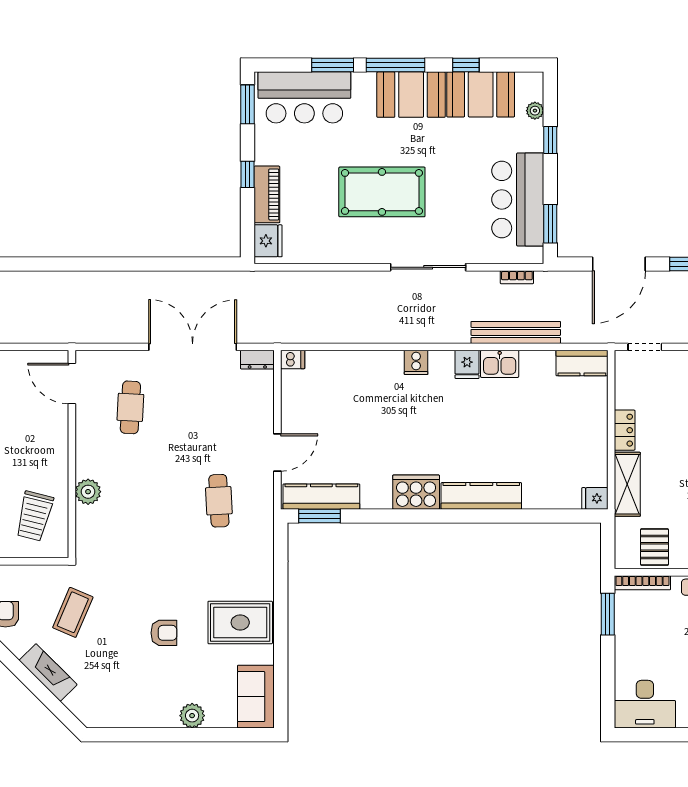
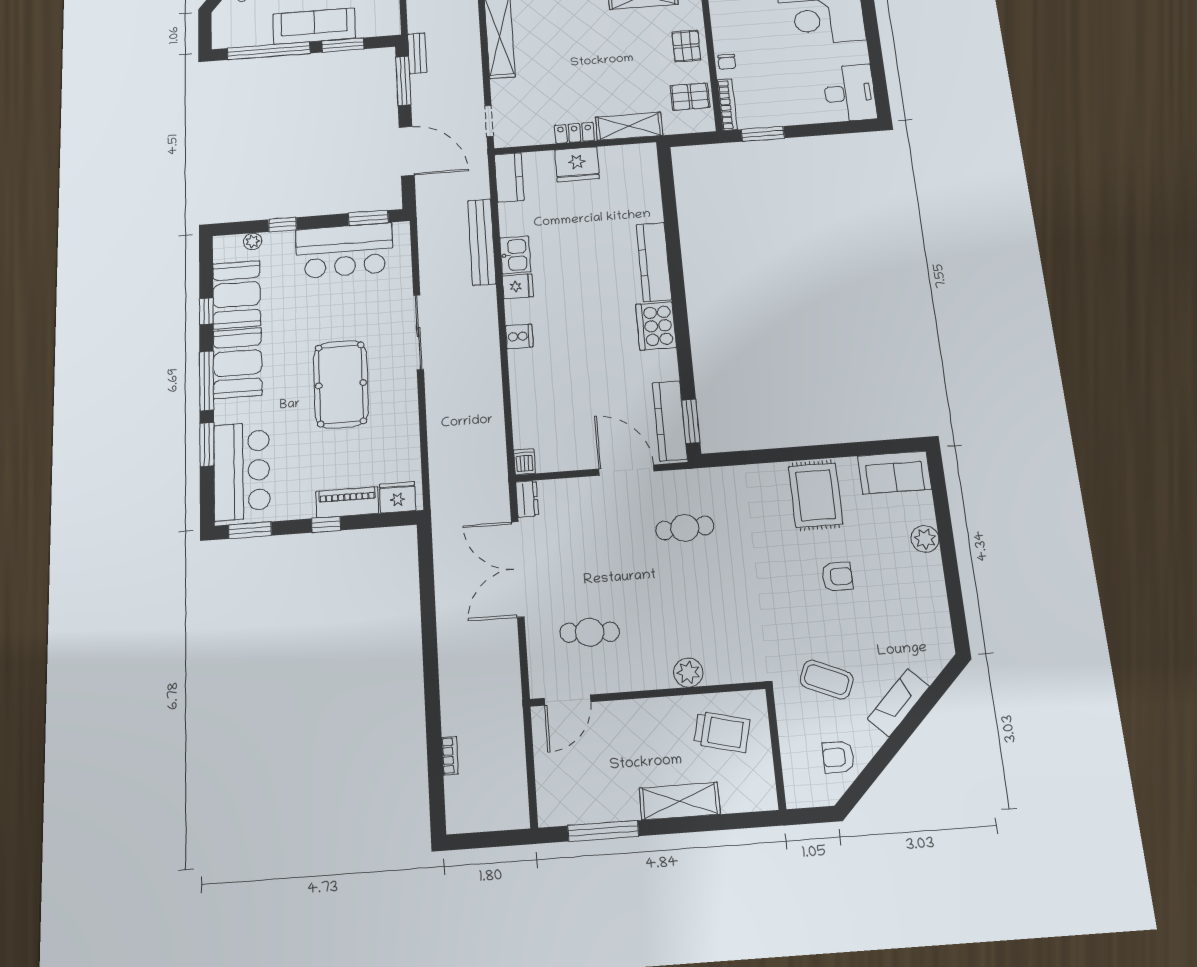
bookcase: (517, 277) -> (450, 756), moved
door: (277, 453) -> (626, 470), width x1.36
fridge: (595, 498) -> (577, 164), moved, width x1.88, depth x1.34
armchair: (164, 633) -> (837, 576), turned 90

